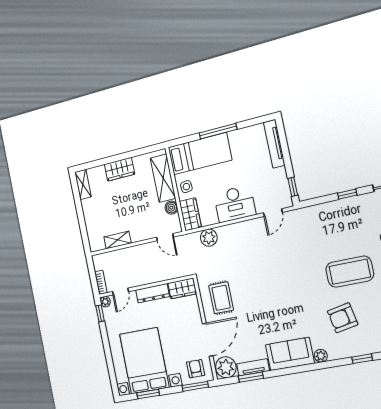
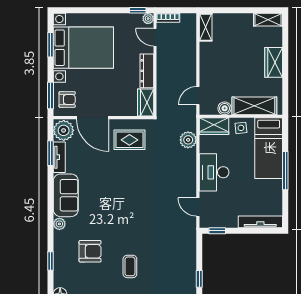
shelving: (118, 240) -> (206, 27), moved
coffee table: (350, 272) -> (130, 266), width x0.54, depth x0.58
armchair: (343, 318) -> (90, 251), turned 101

